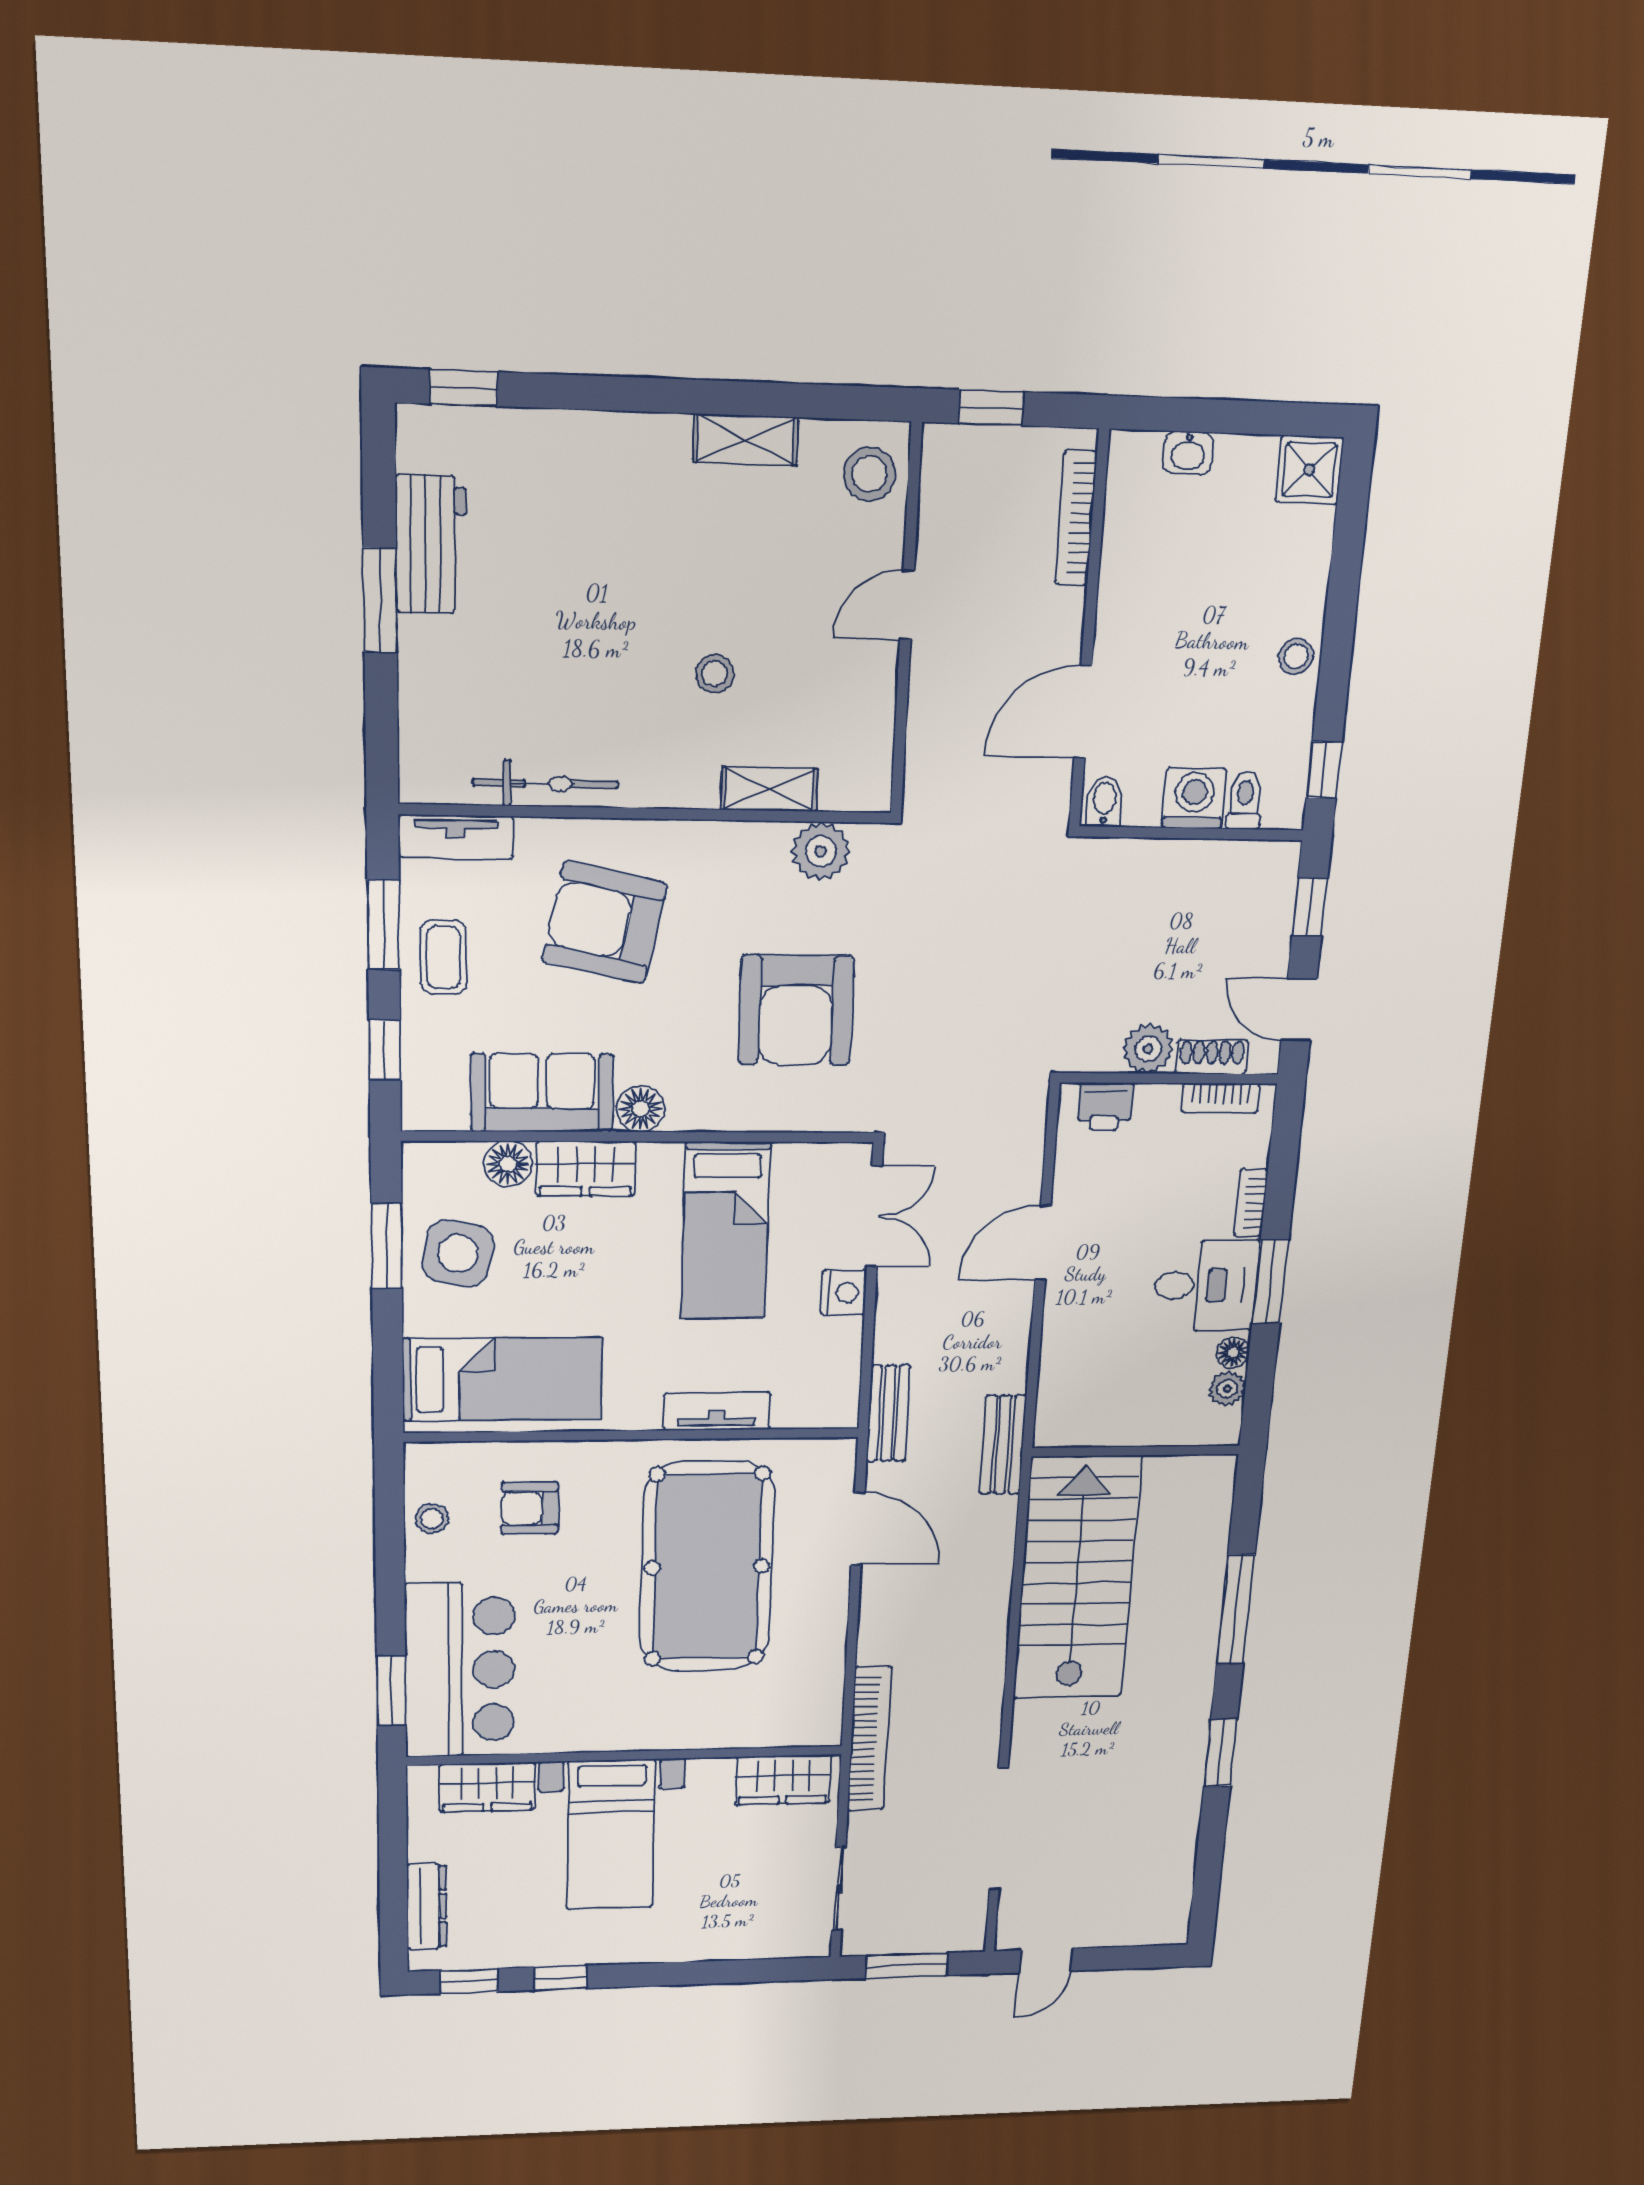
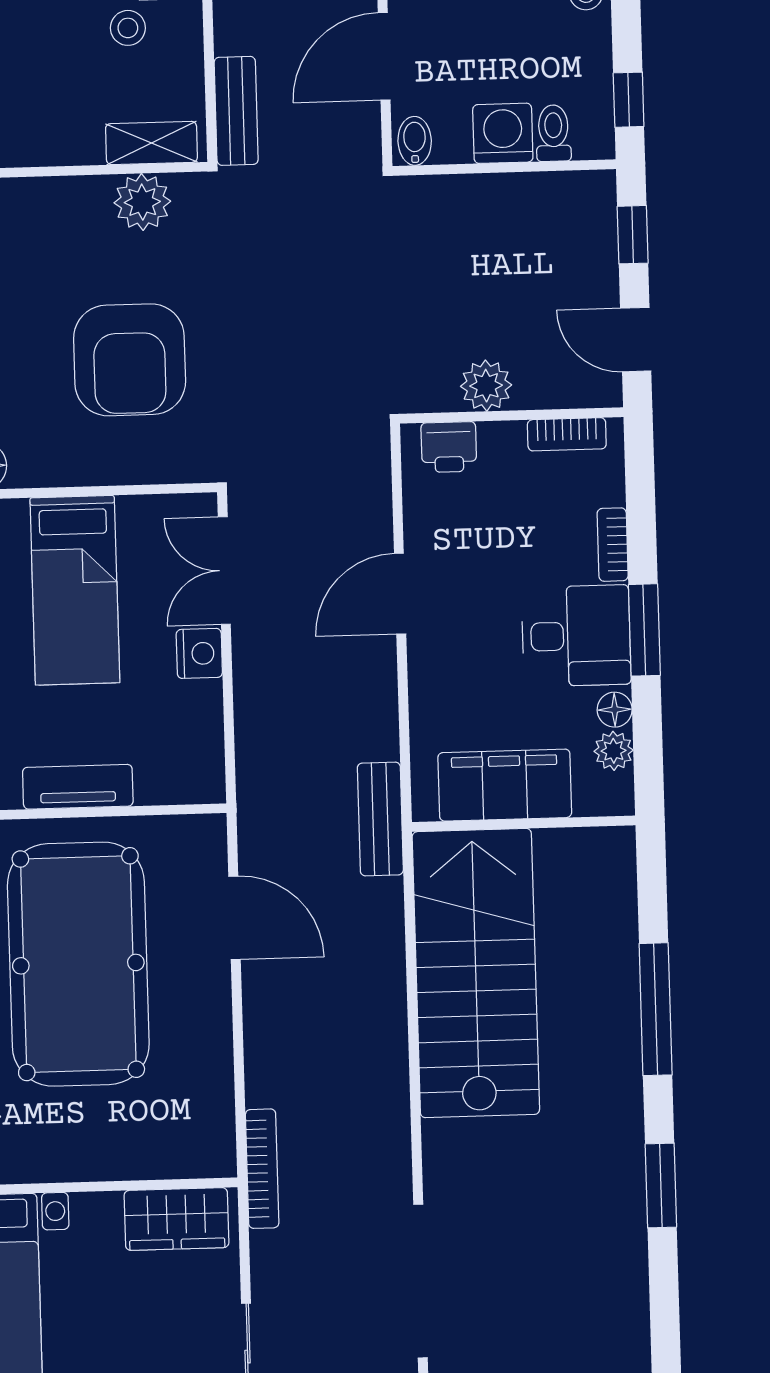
stool: (715, 674) -> (128, 28), moved
shelving: (769, 789) -> (151, 143), moved
shoe rack: (1212, 1057) -> (552, 392), removed
double door: (874, 1216) -> (224, 571), swing flipped
bench: (888, 1413) -> (236, 111), moved
filing cabinet: (1122, 1417) -> (505, 785), added
bookcase: (869, 1739) -> (262, 1169), width x0.68, depth x0.76

